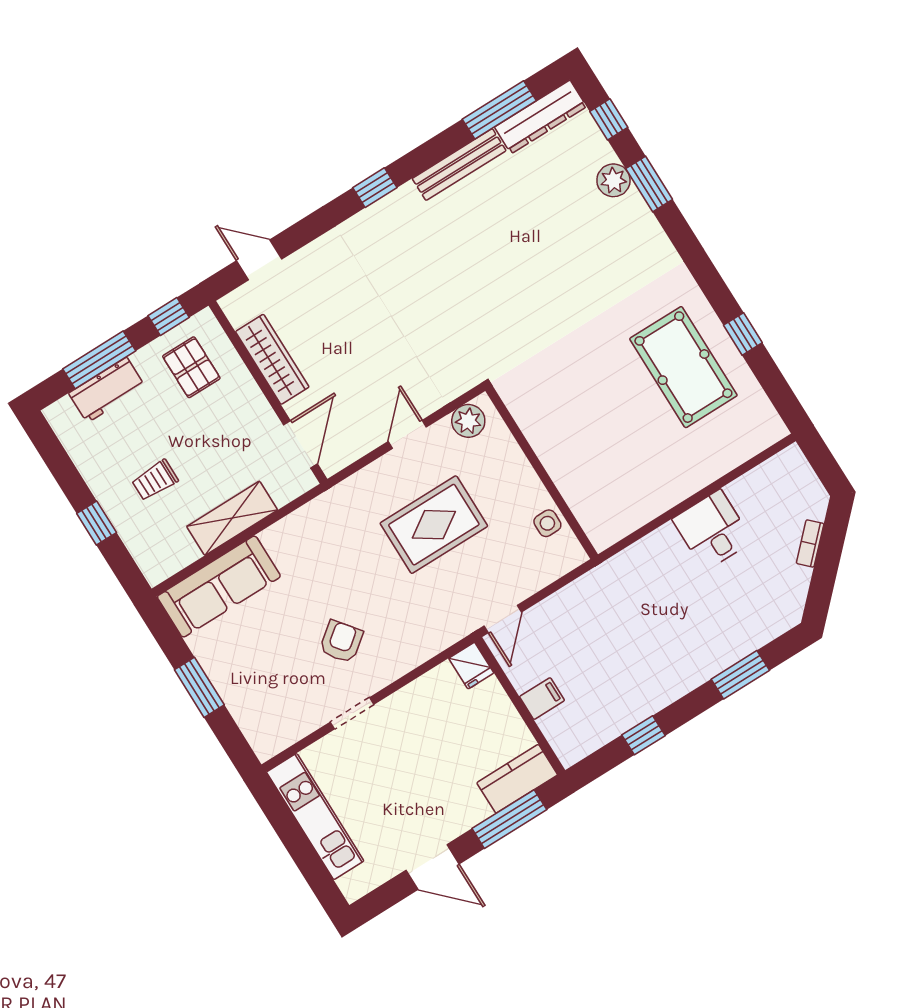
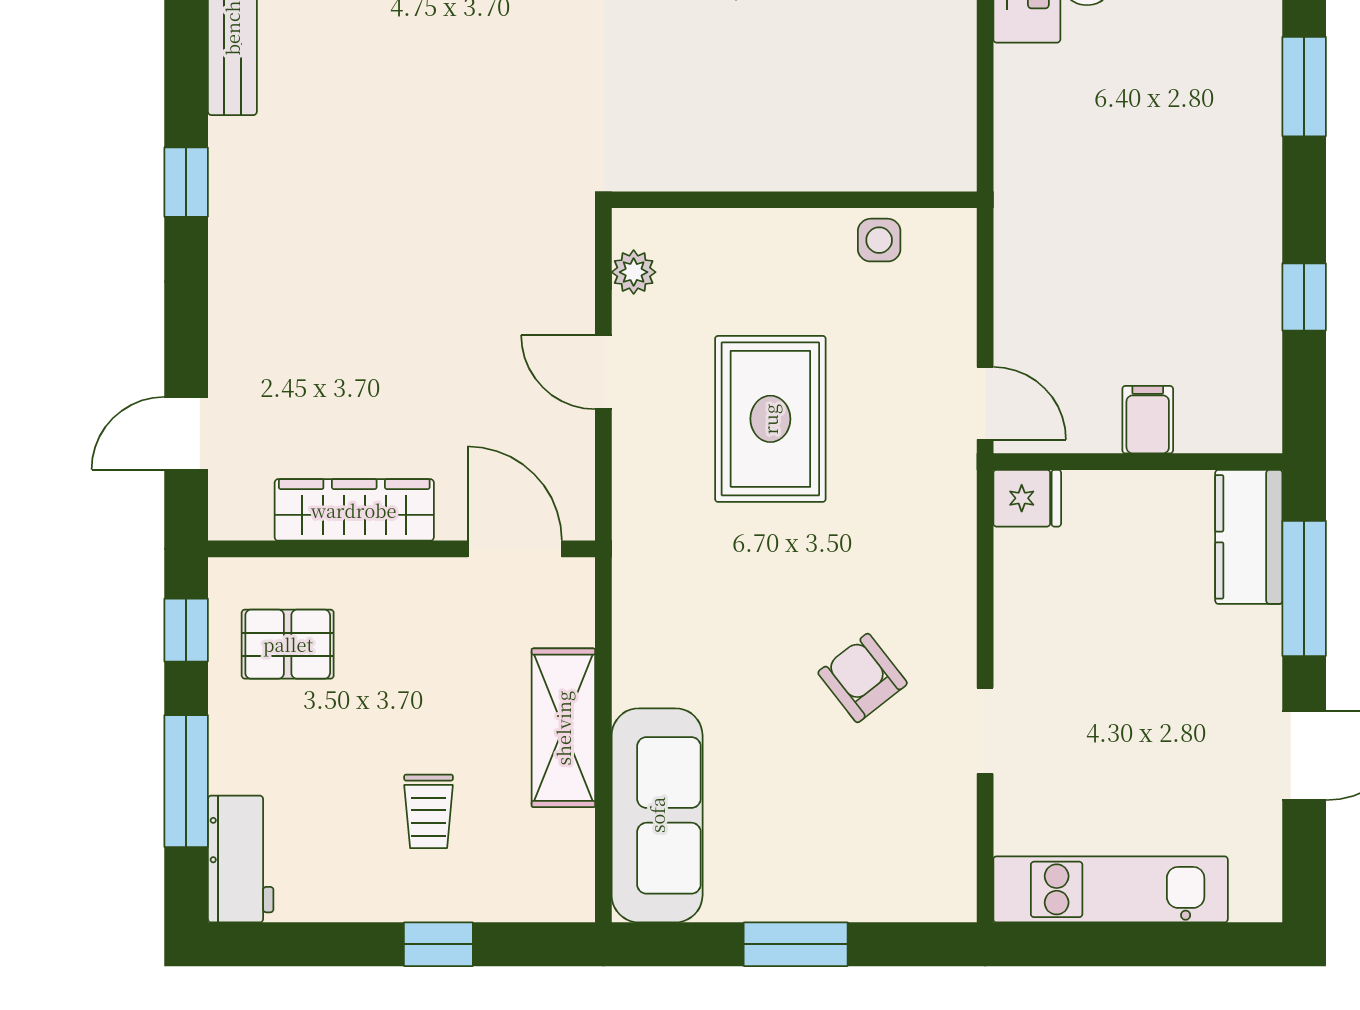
workbench: (107, 390) -> (241, 859), moved
plant: (468, 421) -> (634, 272), width x0.73, depth x0.73

